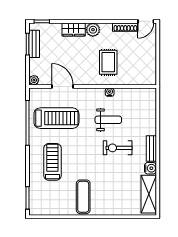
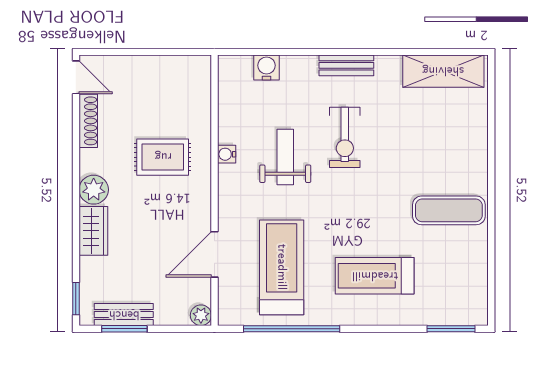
water cooler: (150, 168) -> (266, 67), moved

